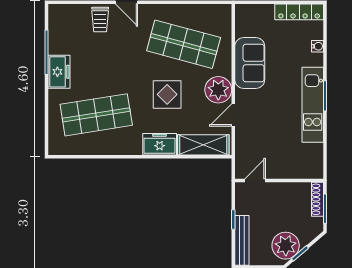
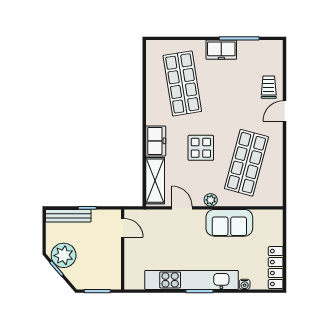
trolley: (100, 20) -> (269, 87), turned 90
plant: (218, 90) -> (211, 200), width x0.53, depth x0.53
kitchen unit: (313, 105) -> (192, 280), width x1.36
shoe rack: (317, 199) -> (106, 284), removed

